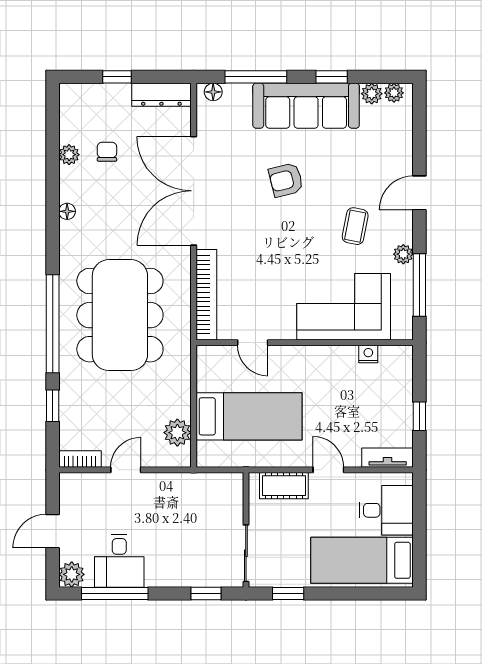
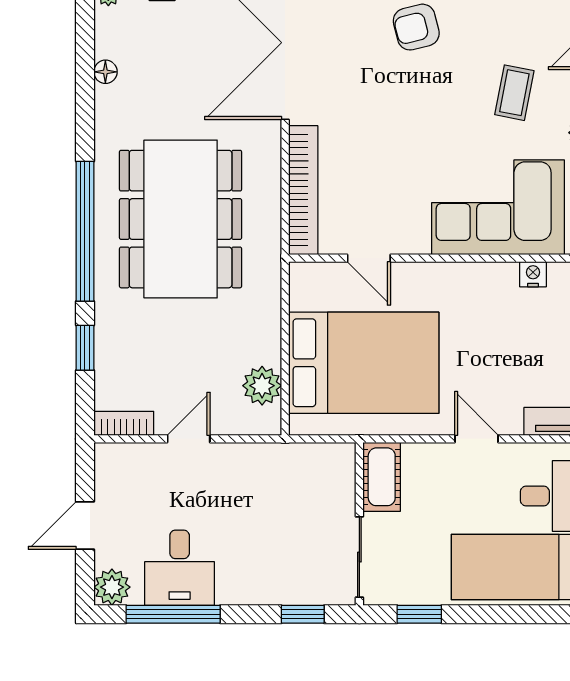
bed: (249, 416) -> (364, 363), width x1.50
cot: (284, 486) -> (382, 477), moved, turned 90

